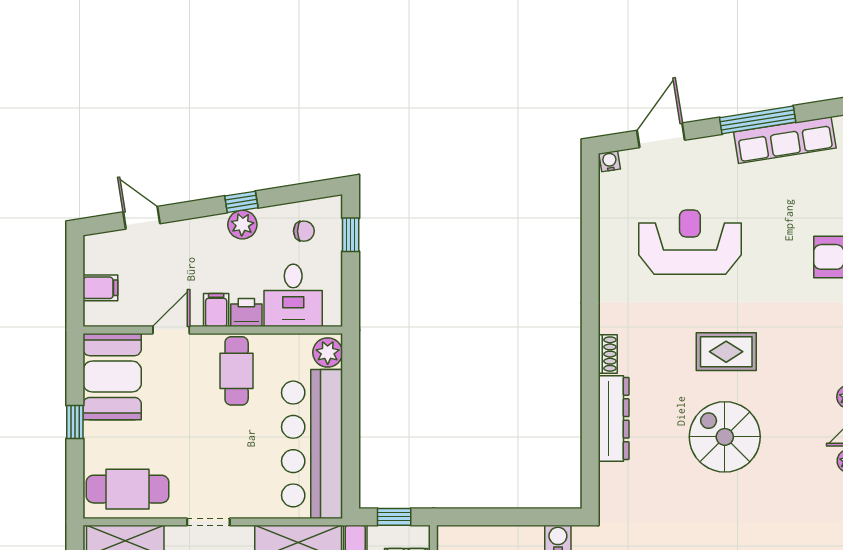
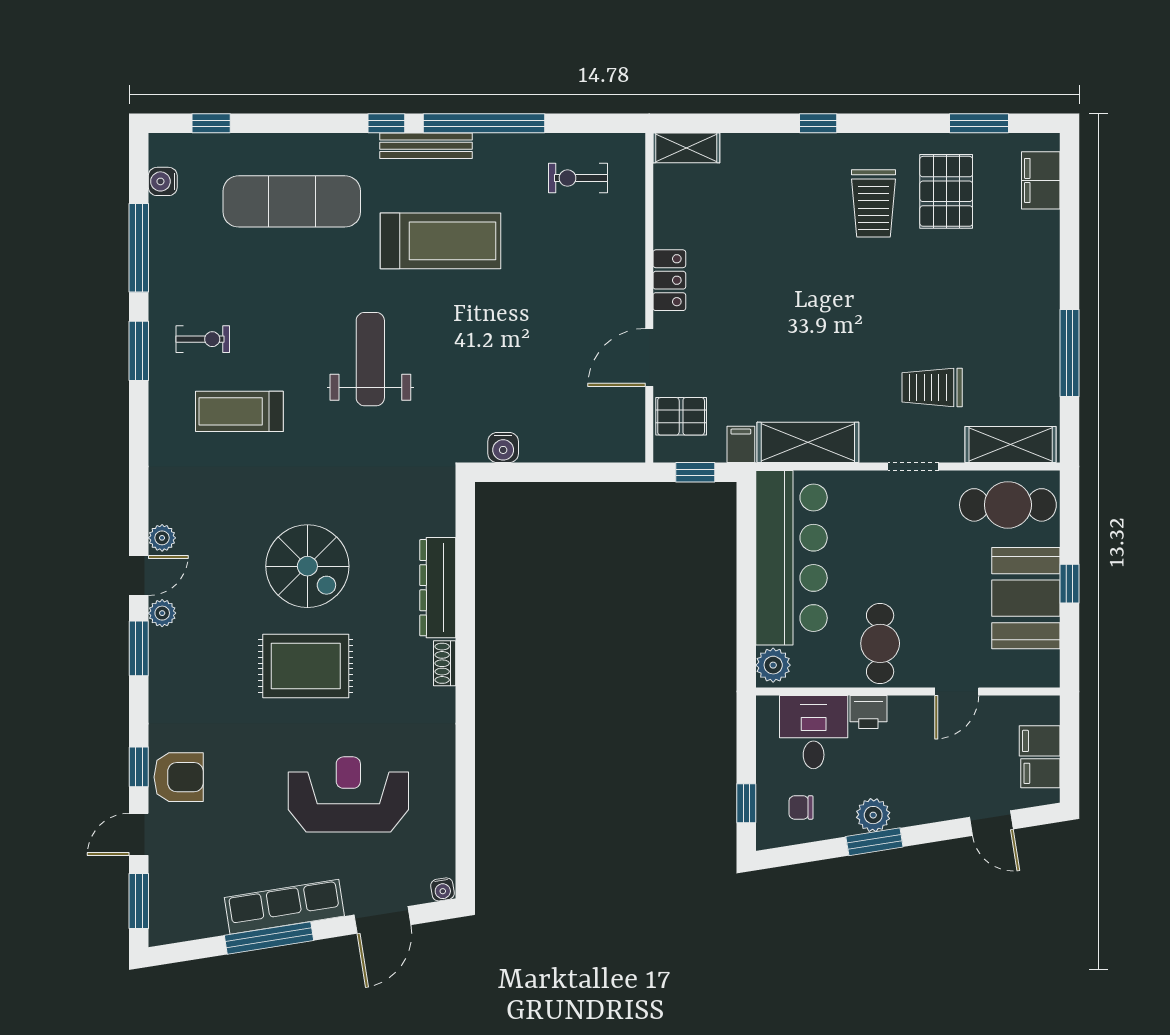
row of seats: (785, 140) -> (284, 907), moved
window: (241, 202) -> (874, 842), width x1.50
reception desk: (690, 242) -> (348, 794), turned 180
filing cabinet: (216, 310) -> (1040, 773), moved, turned 90
rug: (726, 352) -> (306, 666), width x1.36, depth x1.43
booth: (112, 377) -> (1026, 598), moved

